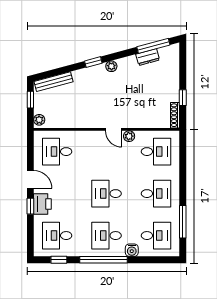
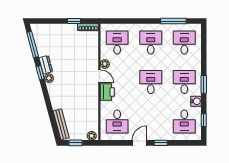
dresser: (148, 57) -> (46, 65), moved
window: (93, 62) -> (40, 73), moved
door: (114, 129) -> (99, 76), hinge flipped
desk: (107, 194) -> (151, 82), turned 180
printer: (42, 204) -> (107, 92), moved, turned 90
desk: (107, 236) -> (184, 82), turned 180
water cooler: (132, 250) -> (196, 101), moved
window: (104, 260) -> (204, 84), width x0.47

